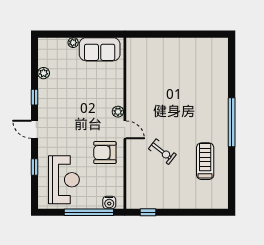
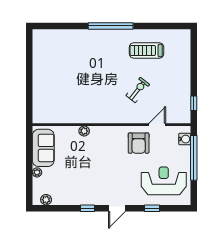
plant: (44, 73) -> (46, 200), moved
plant: (118, 112) -> (84, 131), moved
door: (125, 130) -> (157, 125), moved

